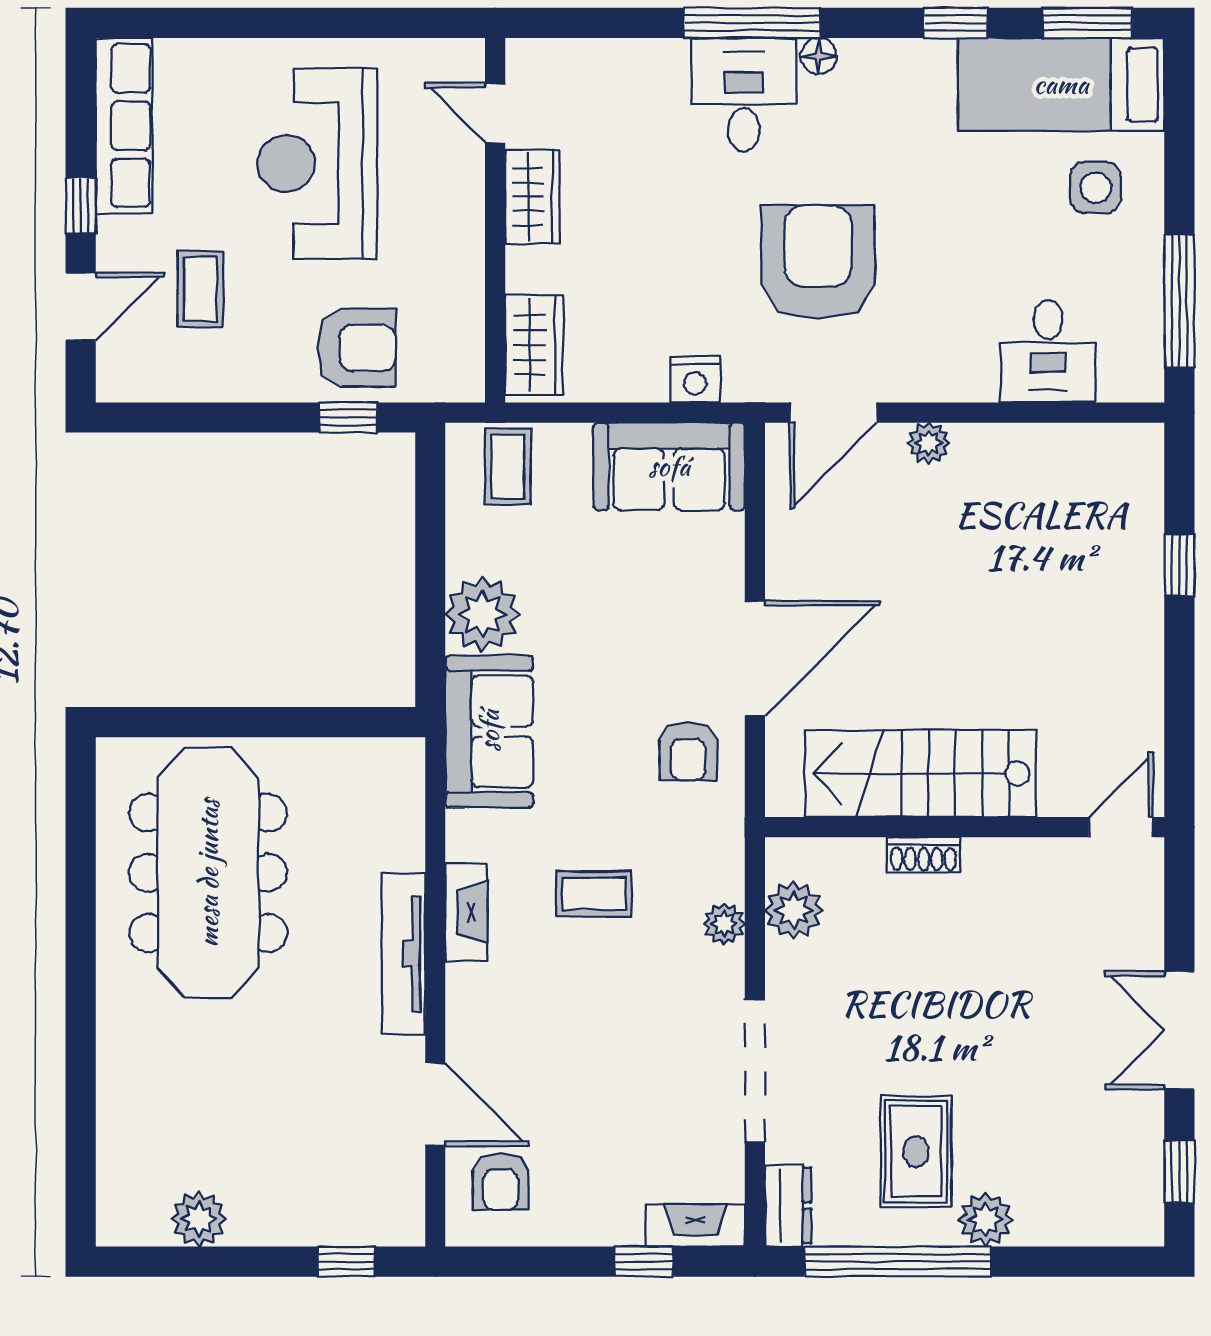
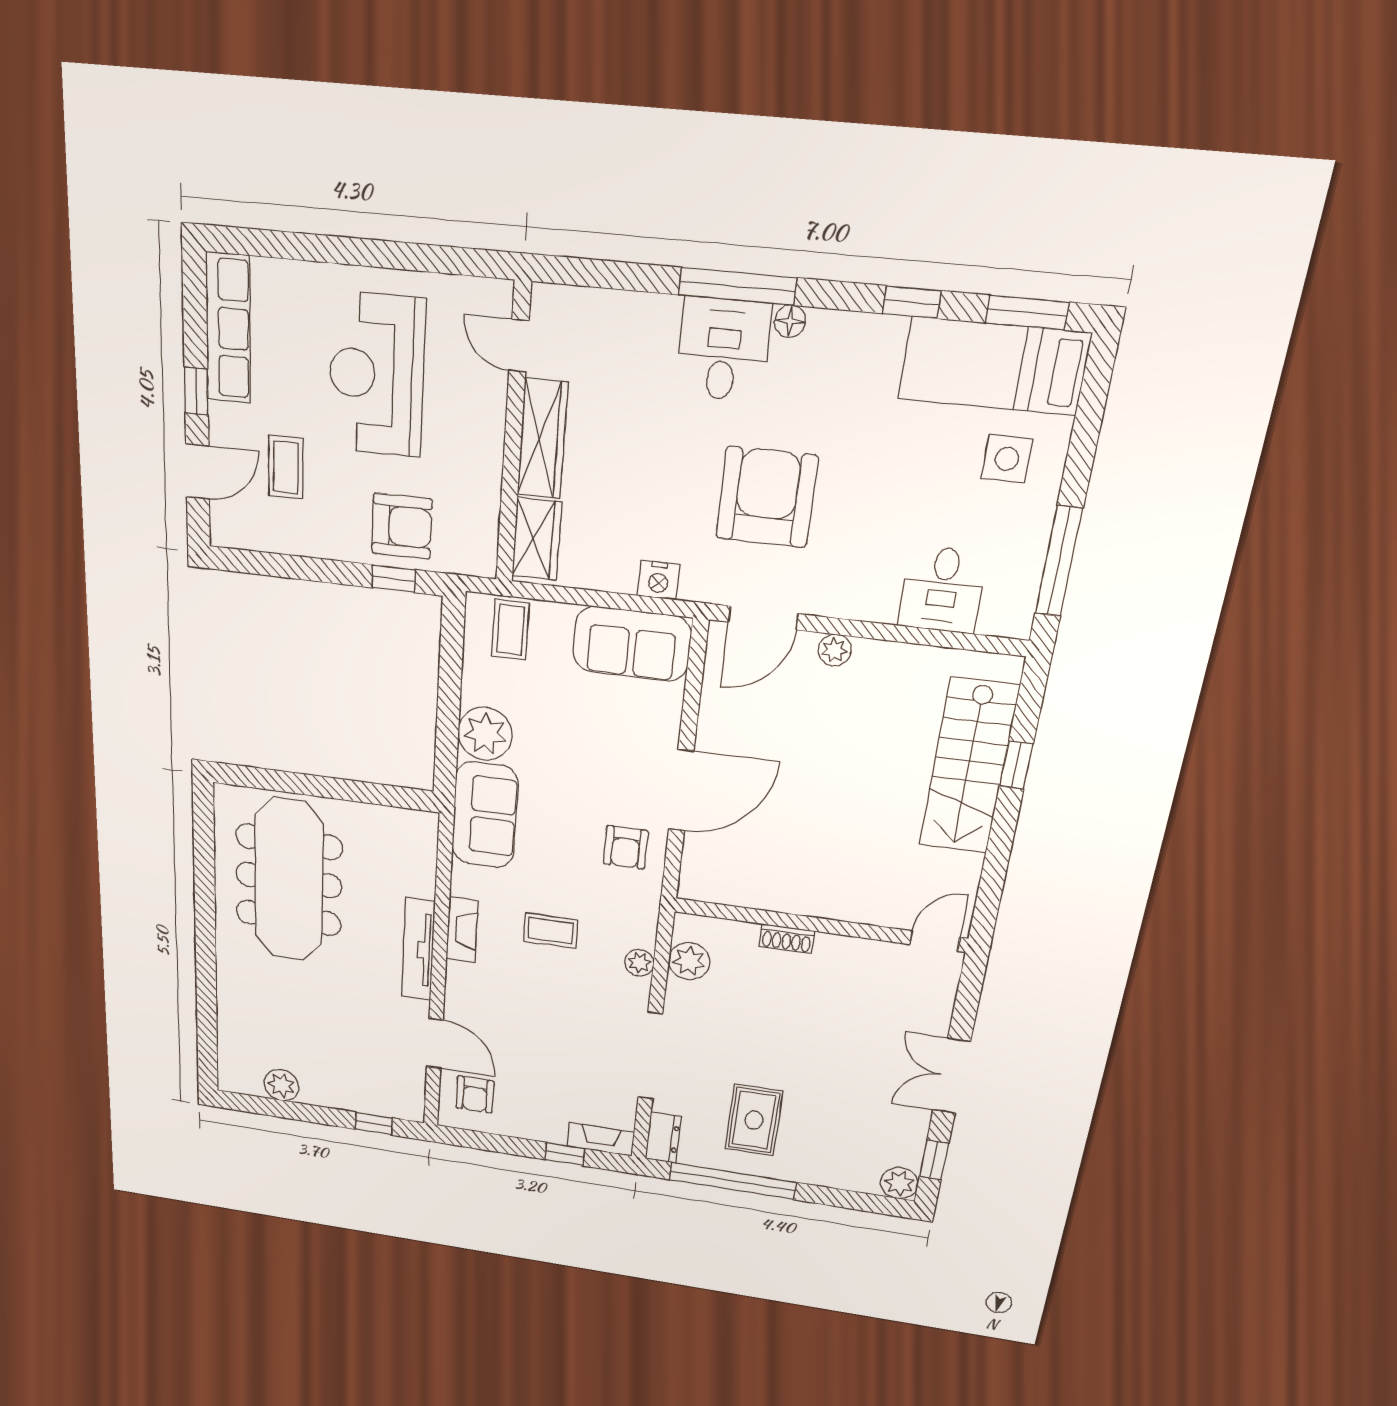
wardrobe: (532, 197) -> (542, 439), width x1.50
stairs: (920, 773) -> (969, 767), moved, turned -90
plant: (986, 1220) -> (899, 1183), moved

